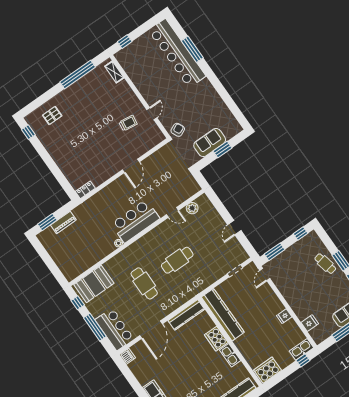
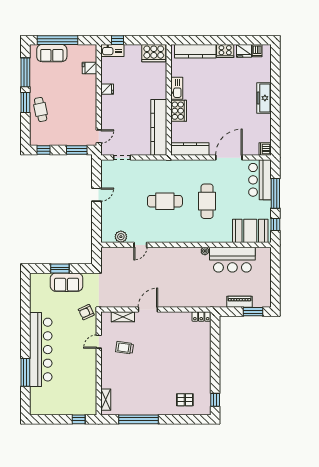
bar counter: (177, 53) -> (41, 350), moved
shelving: (147, 146) -> (123, 317), added
door: (172, 212) -> (140, 245), swing flipped
bar counter: (135, 221) -> (232, 260), moved

